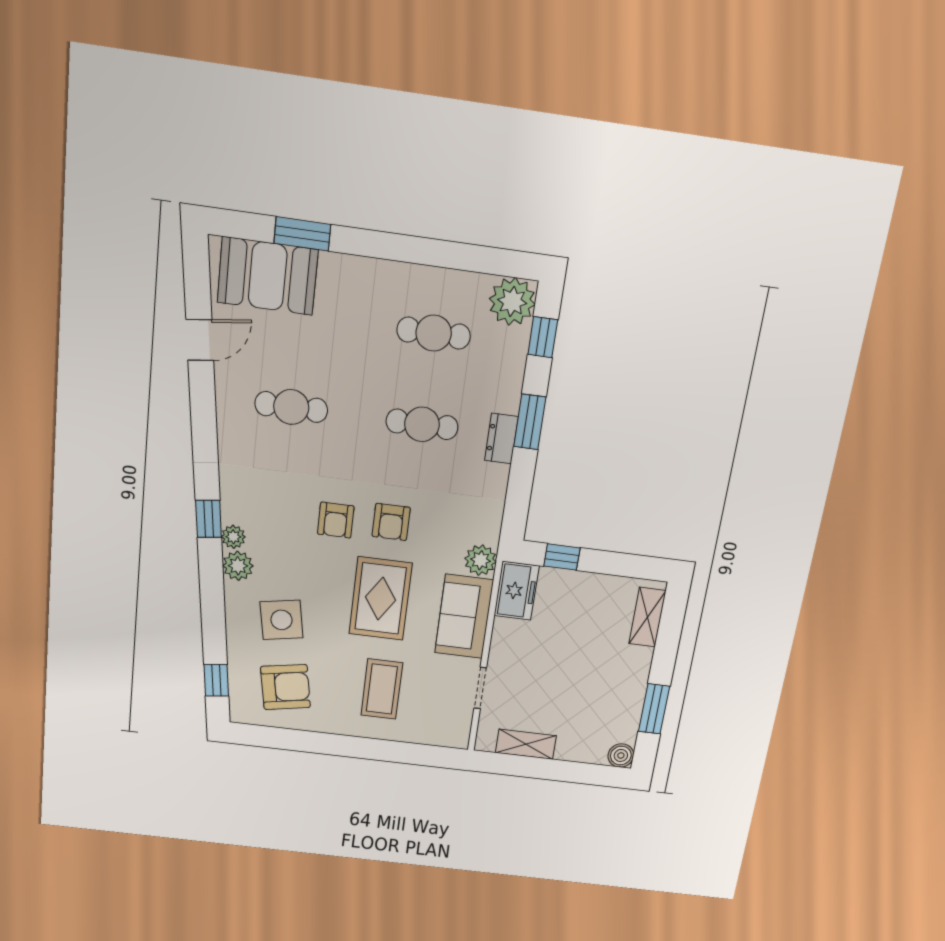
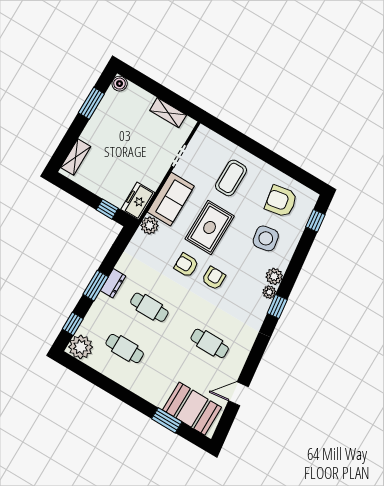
armchair: (391, 522) -> (186, 265), turned -90

